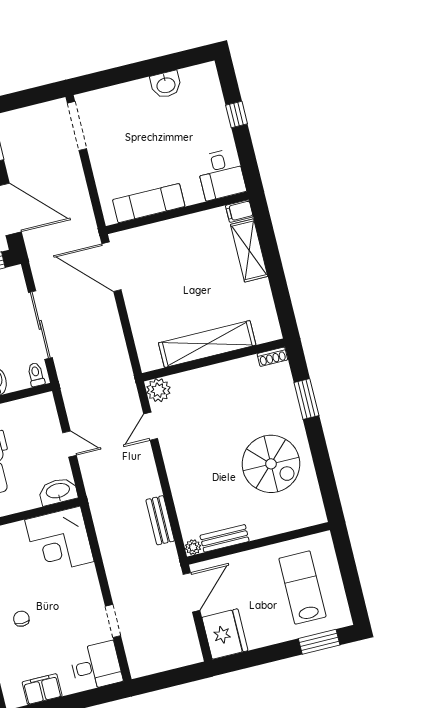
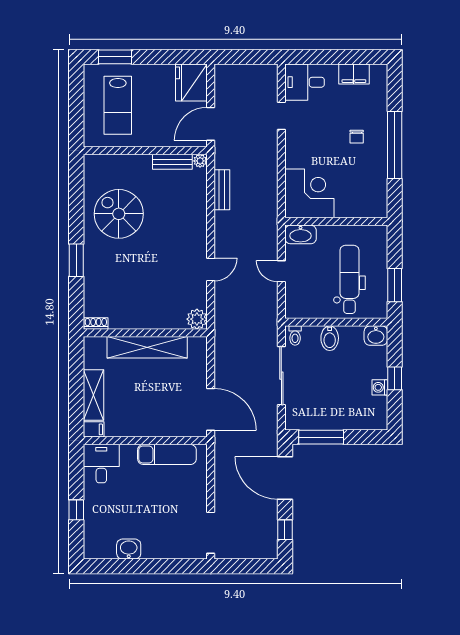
shelving: (207, 344) -> (147, 347), moved
shoe rack: (272, 357) -> (96, 323), moved
wall: (213, 360) -> (145, 333), moved
plant: (158, 390) -> (197, 319), moved

